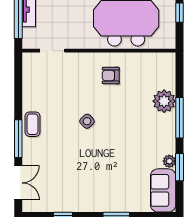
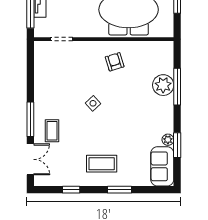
armchair: (111, 76) -> (115, 62), turned 73
window: (179, 118) -> (177, 87), moved
coffee table: (33, 124) -> (52, 131), moved
coffee table: (97, 188) -> (102, 164), added

